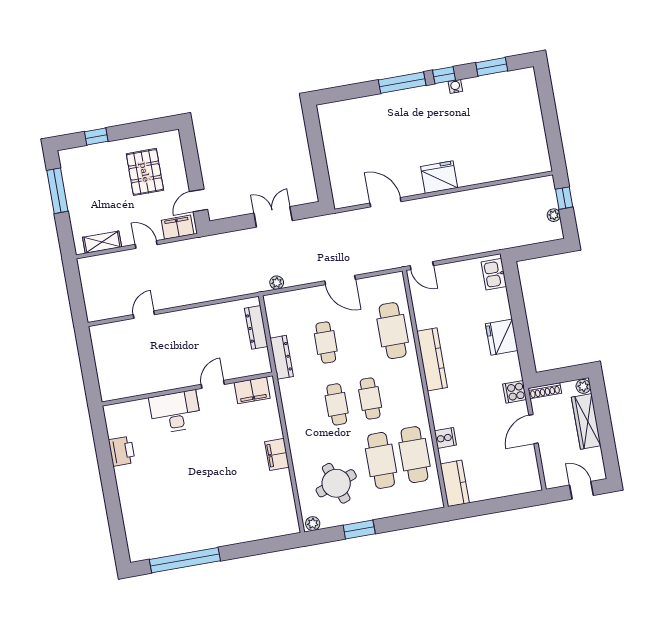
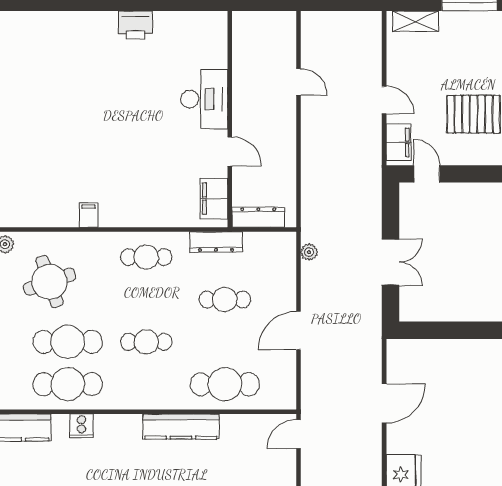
shelving: (102, 242) -> (415, 21), moved, turned 90
door: (146, 244) -> (384, 100), hinge flipped
door: (213, 384) -> (230, 151), moved
wall: (187, 389) -> (230, 119), moved
filing cabinet: (252, 390) -> (214, 199), moved
cafe table: (337, 404) -> (146, 257), moved
desk: (175, 412) -> (204, 99), moved
filing cabinet: (277, 454) -> (89, 215), width x0.50

